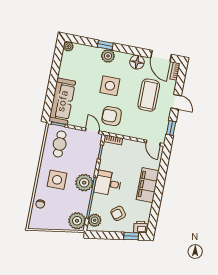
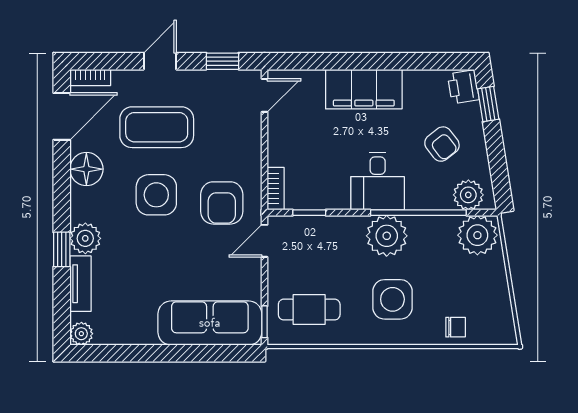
tv unit: (89, 50) -> (80, 284), added
side table: (110, 86) -> (156, 195), moved

